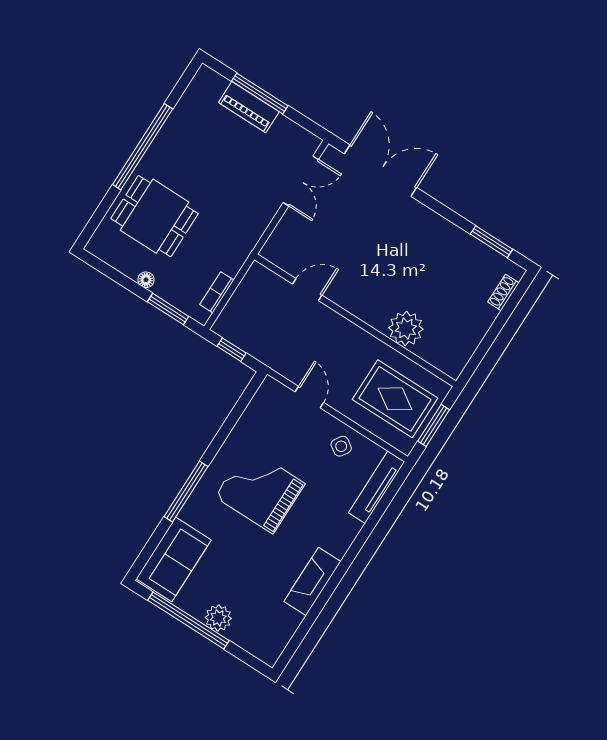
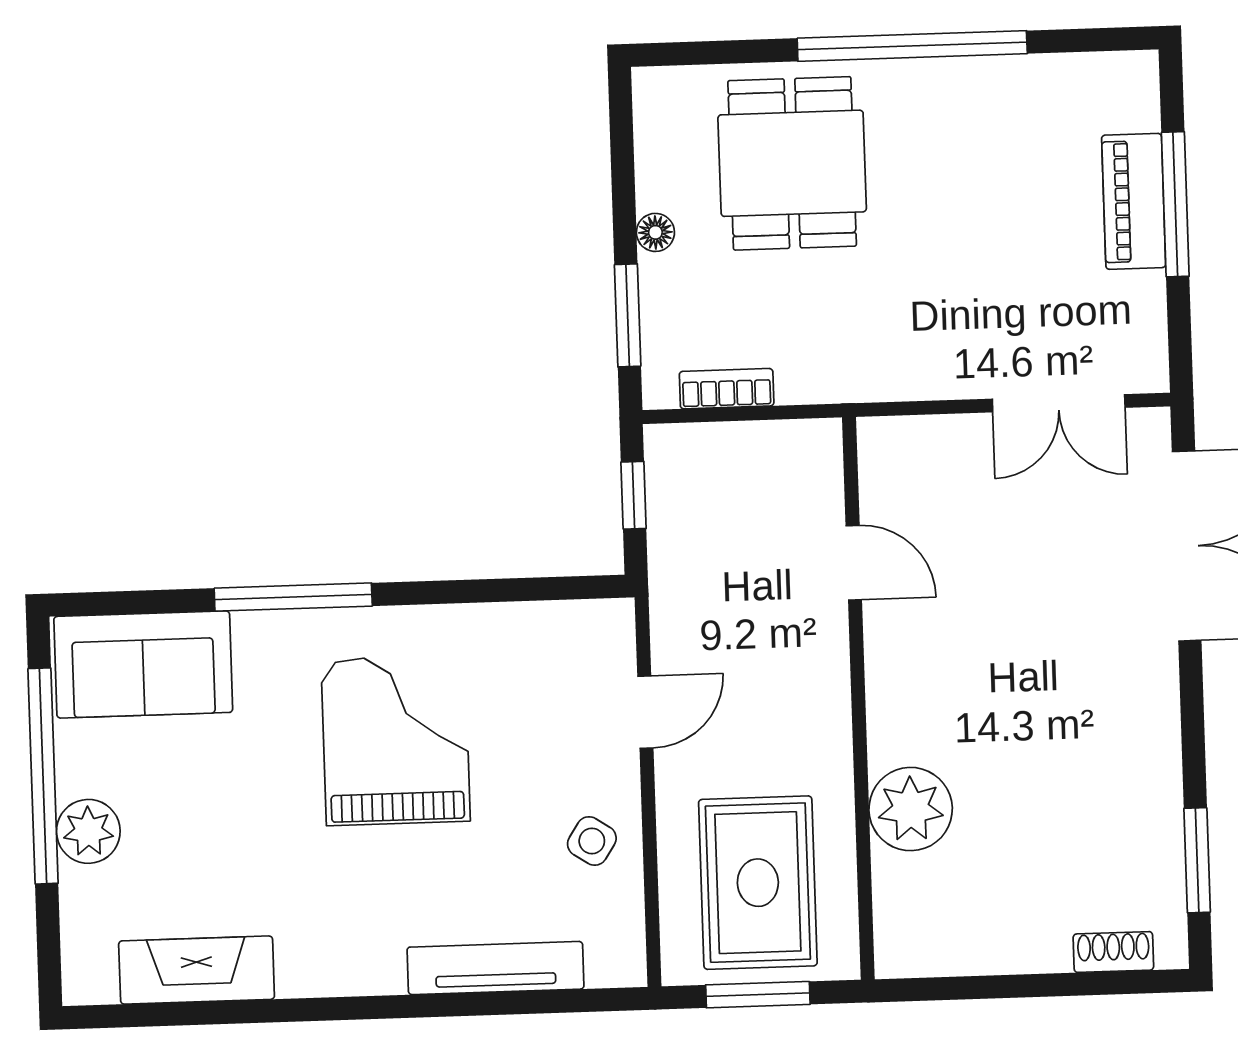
tv unit: (377, 487) -> (495, 968), moved
fireplace: (312, 581) -> (197, 970), moved

